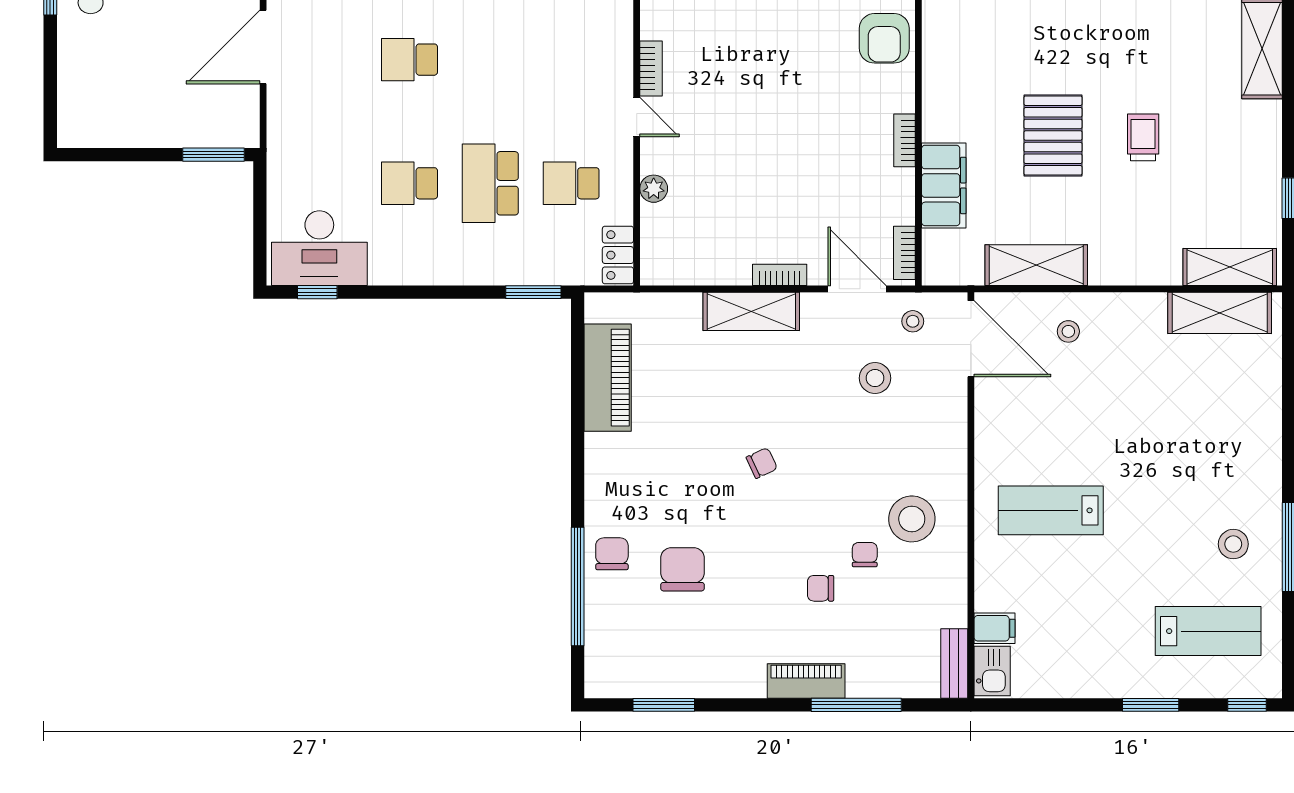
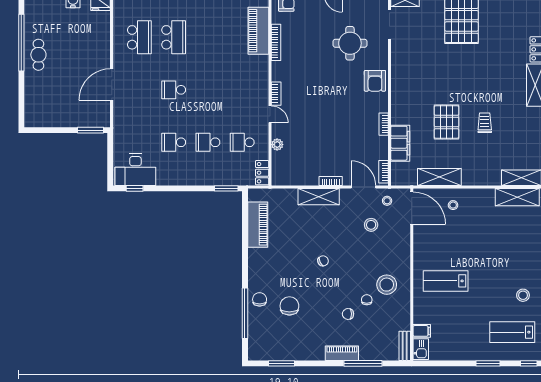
school desk: (490, 183) -> (208, 142), width x0.54
lab bench: (1208, 631) -> (512, 332), turned 180

